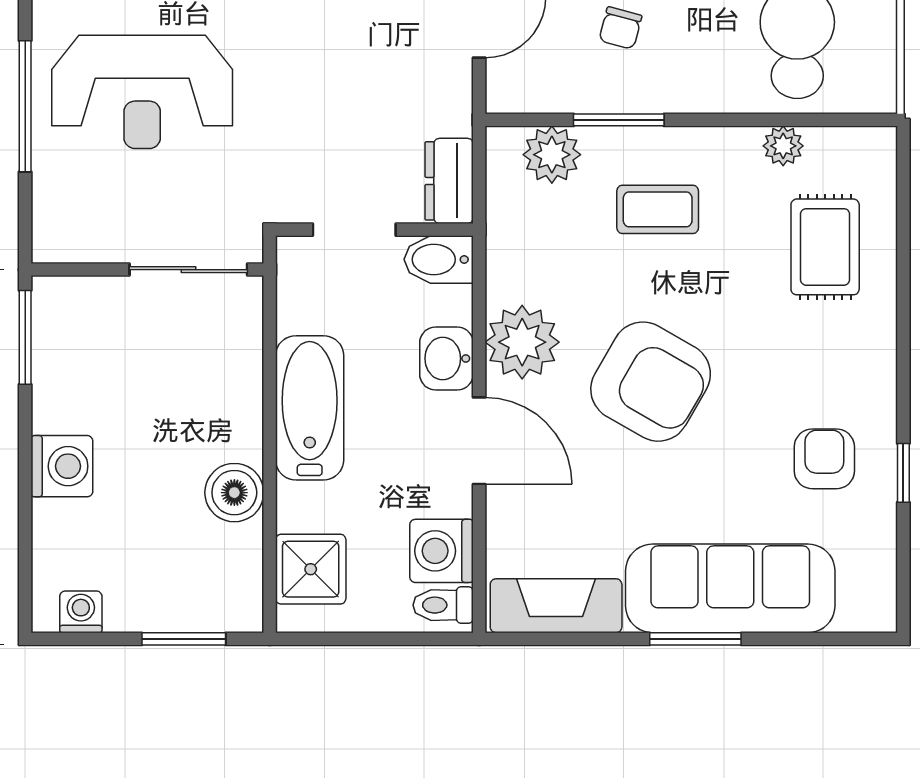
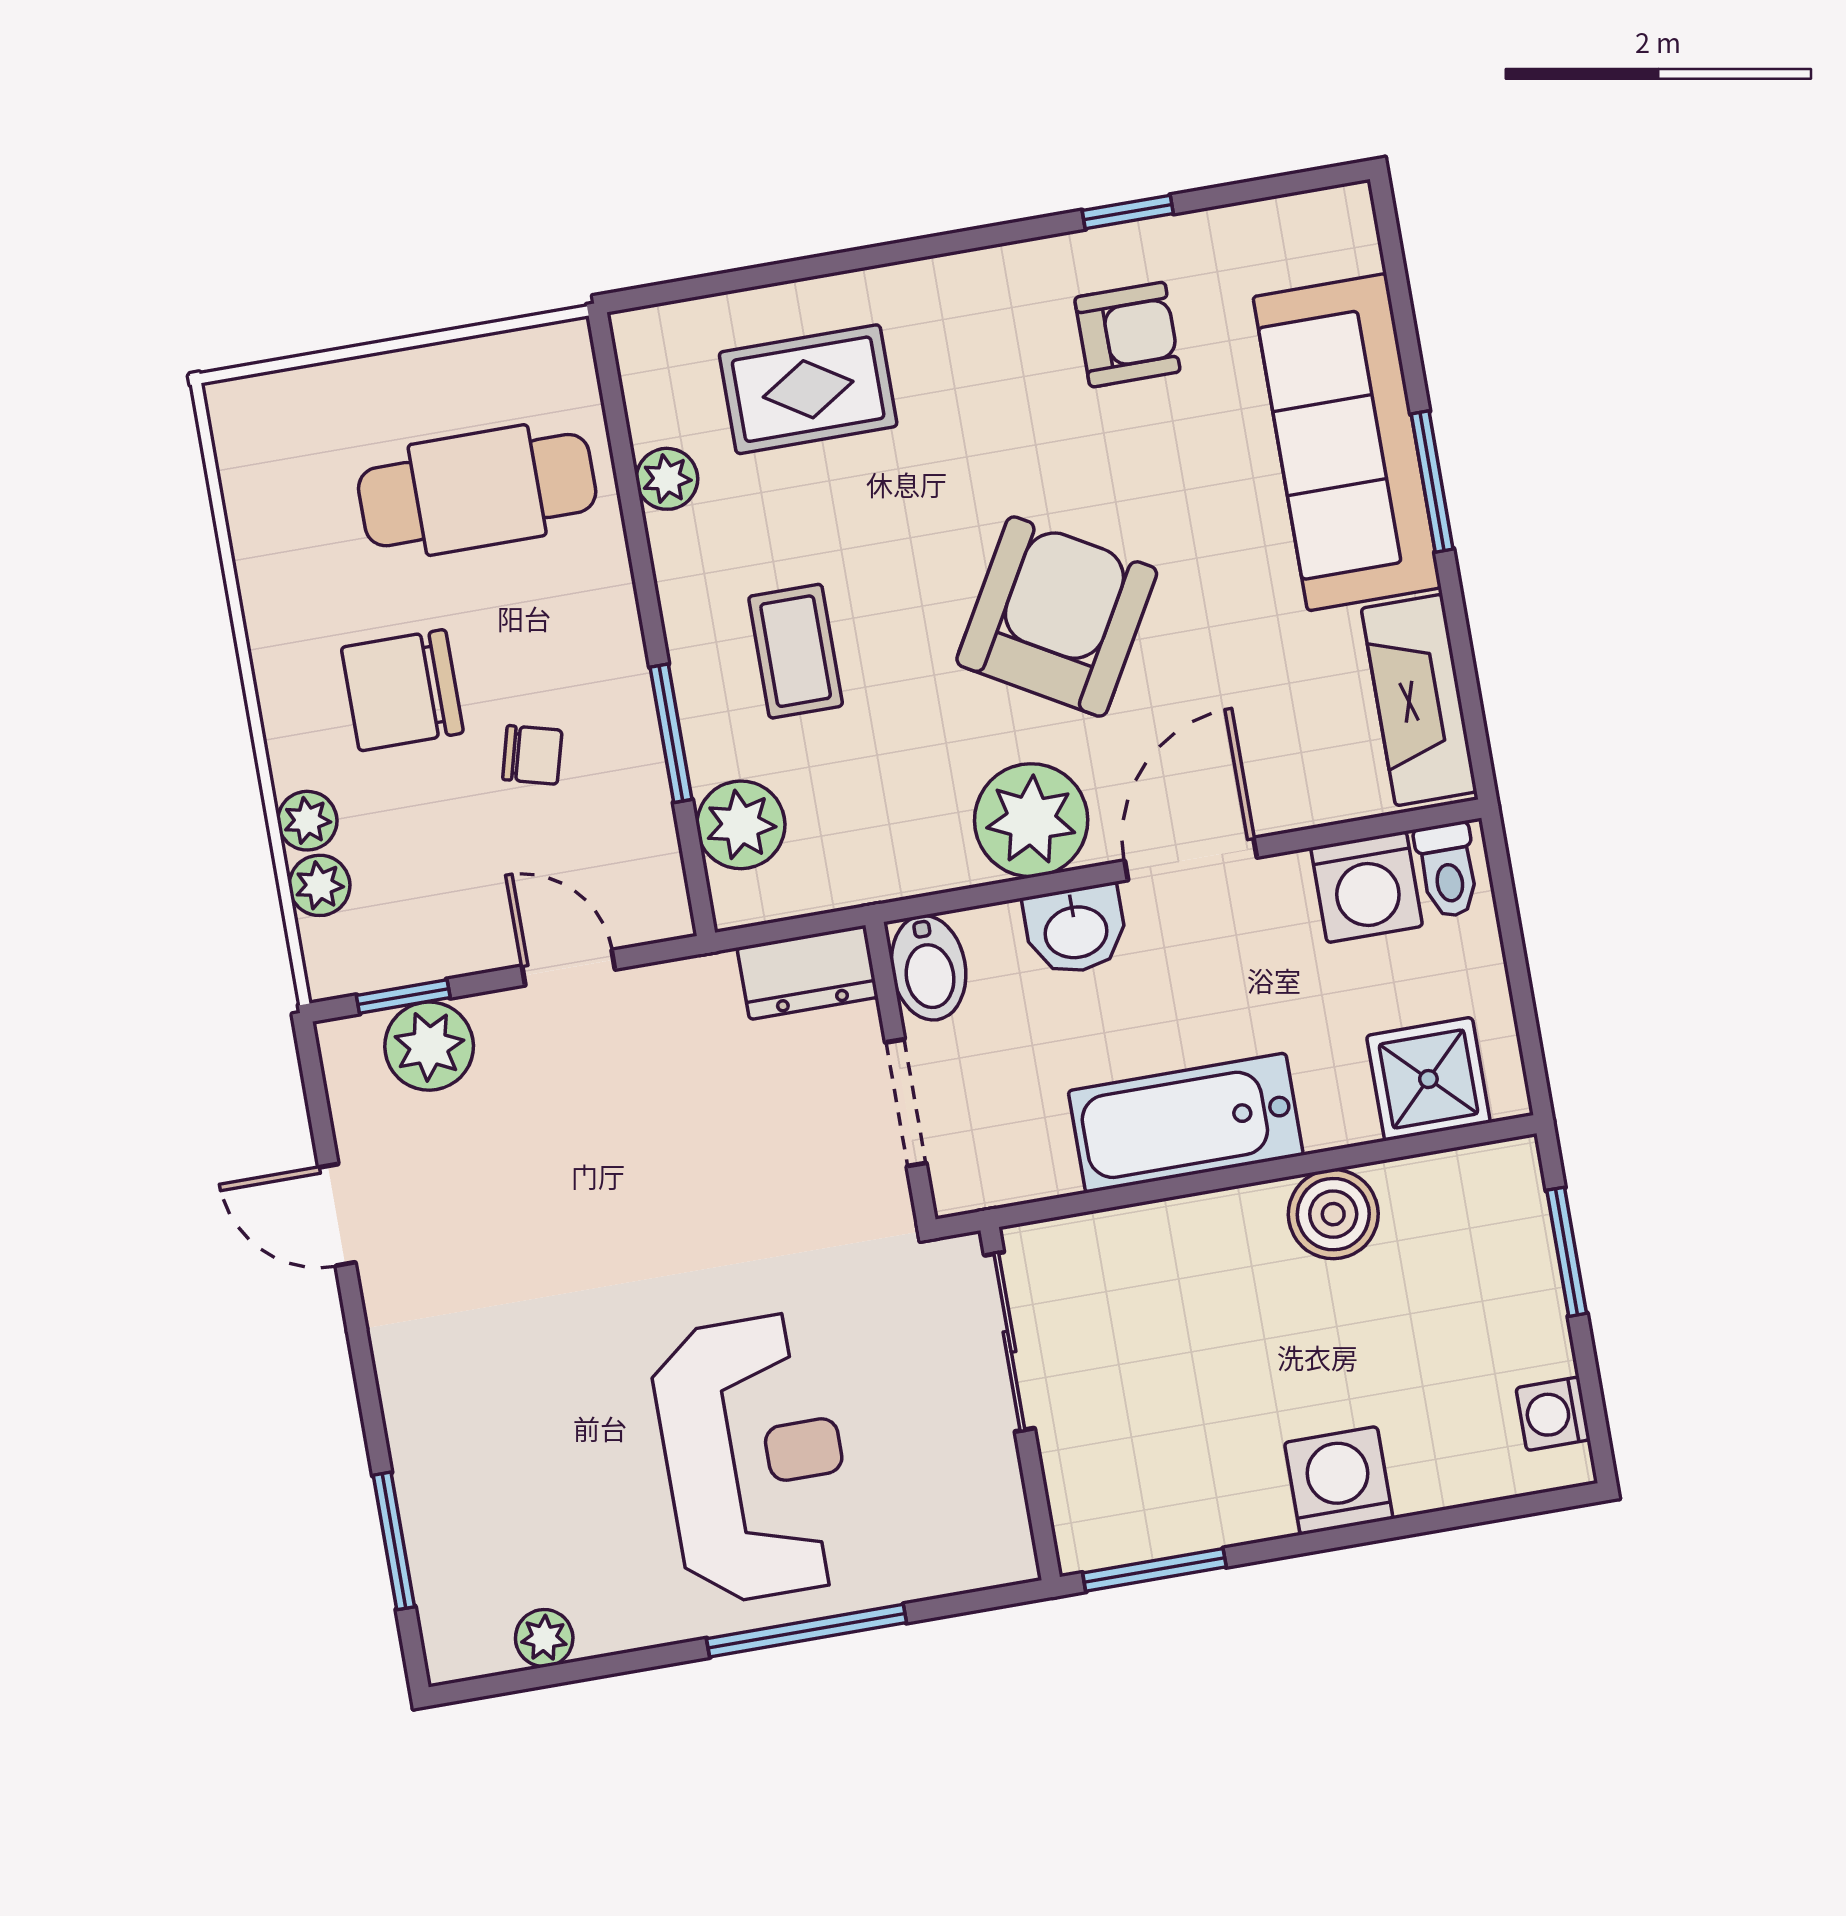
armchair: (824, 459) -> (1127, 335), turned 180

